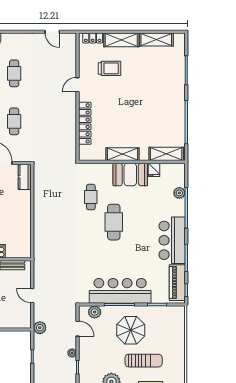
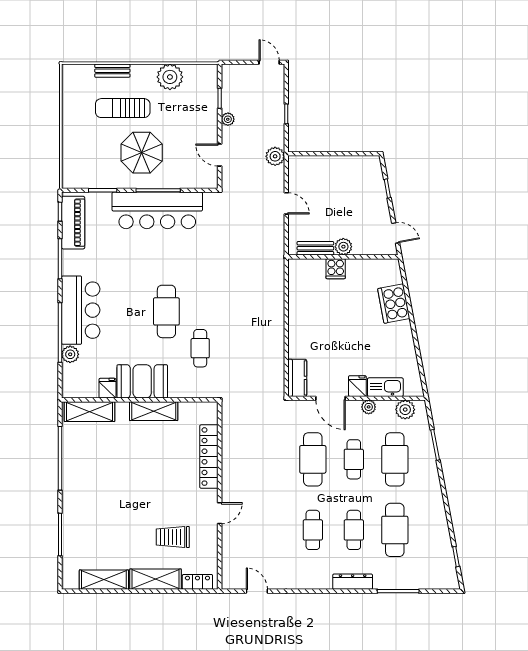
cafe table: (14, 121) -> (313, 459), width x1.37, depth x1.35
bar counter: (172, 240) -> (81, 310), moved
plant: (95, 312) -> (195, 179), removed

